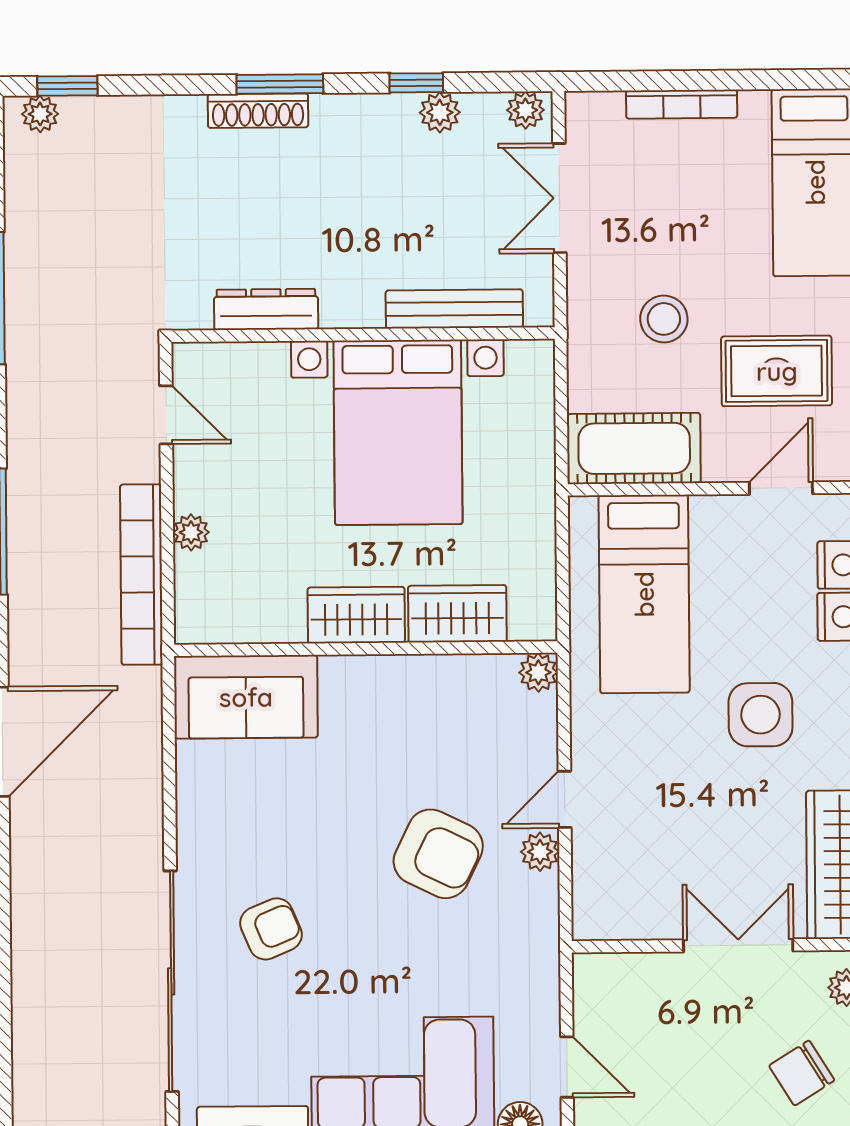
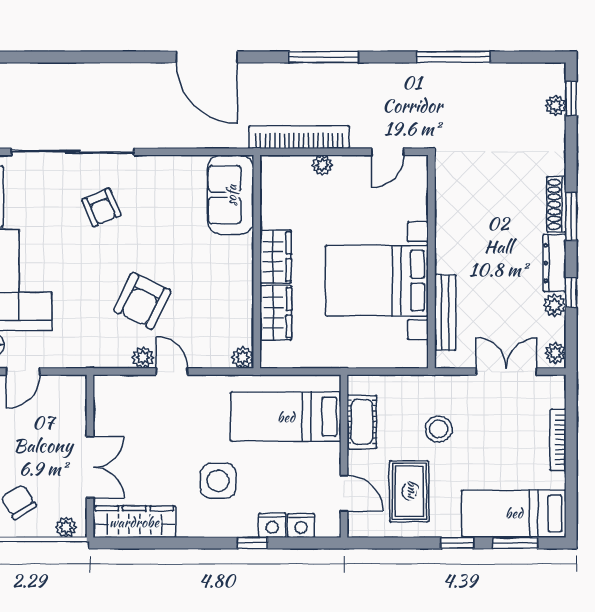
plant: (40, 114) -> (556, 106), moved
dresser: (266, 309) -> (555, 263), moved, turned 180
cot: (634, 448) -> (362, 422), width x0.73, depth x0.75

